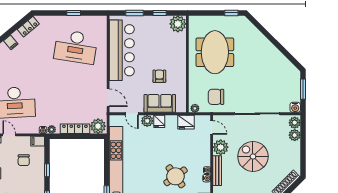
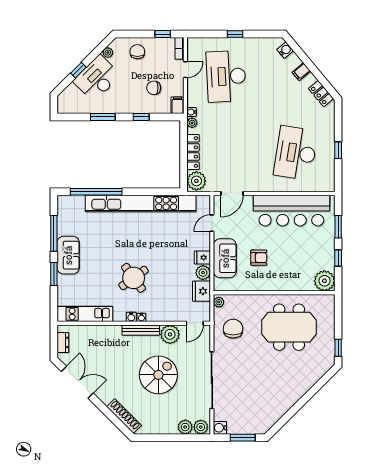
plant: (147, 121) -> (203, 273), moved

